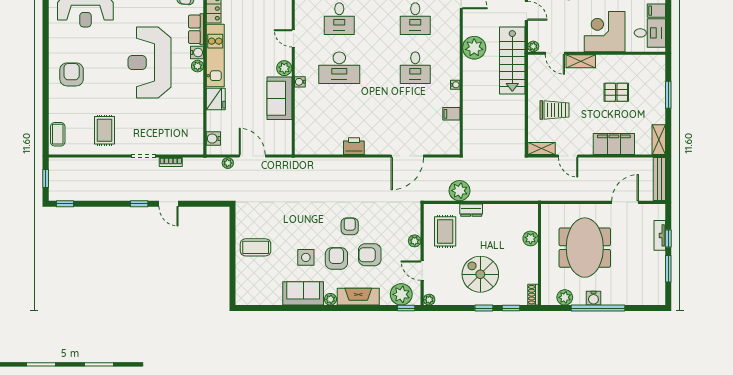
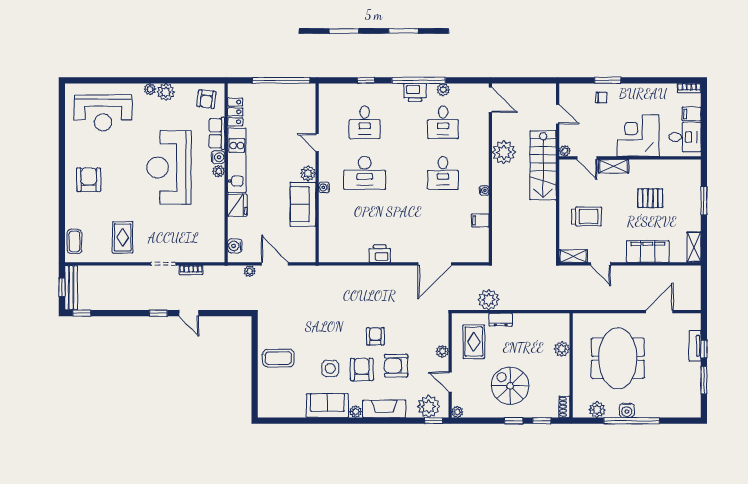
bench: (659, 179) -> (71, 288), moved

